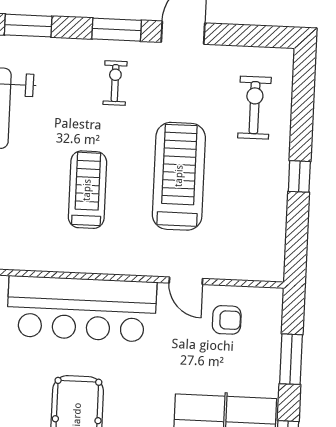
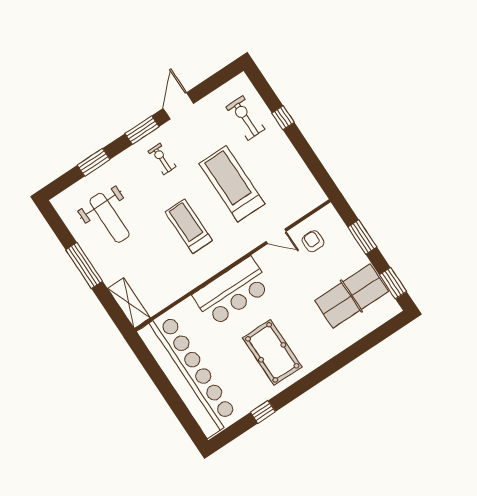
window: (299, 176) -> (283, 118), moved
bar counter: (82, 309) -> (232, 292), width x0.73
armchair: (227, 320) -> (313, 241), turned -90

